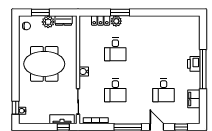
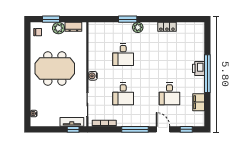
locker: (101, 20) -> (167, 27), moved
plant: (116, 21) -> (138, 27), moved
window: (16, 108) -> (27, 111), removed

